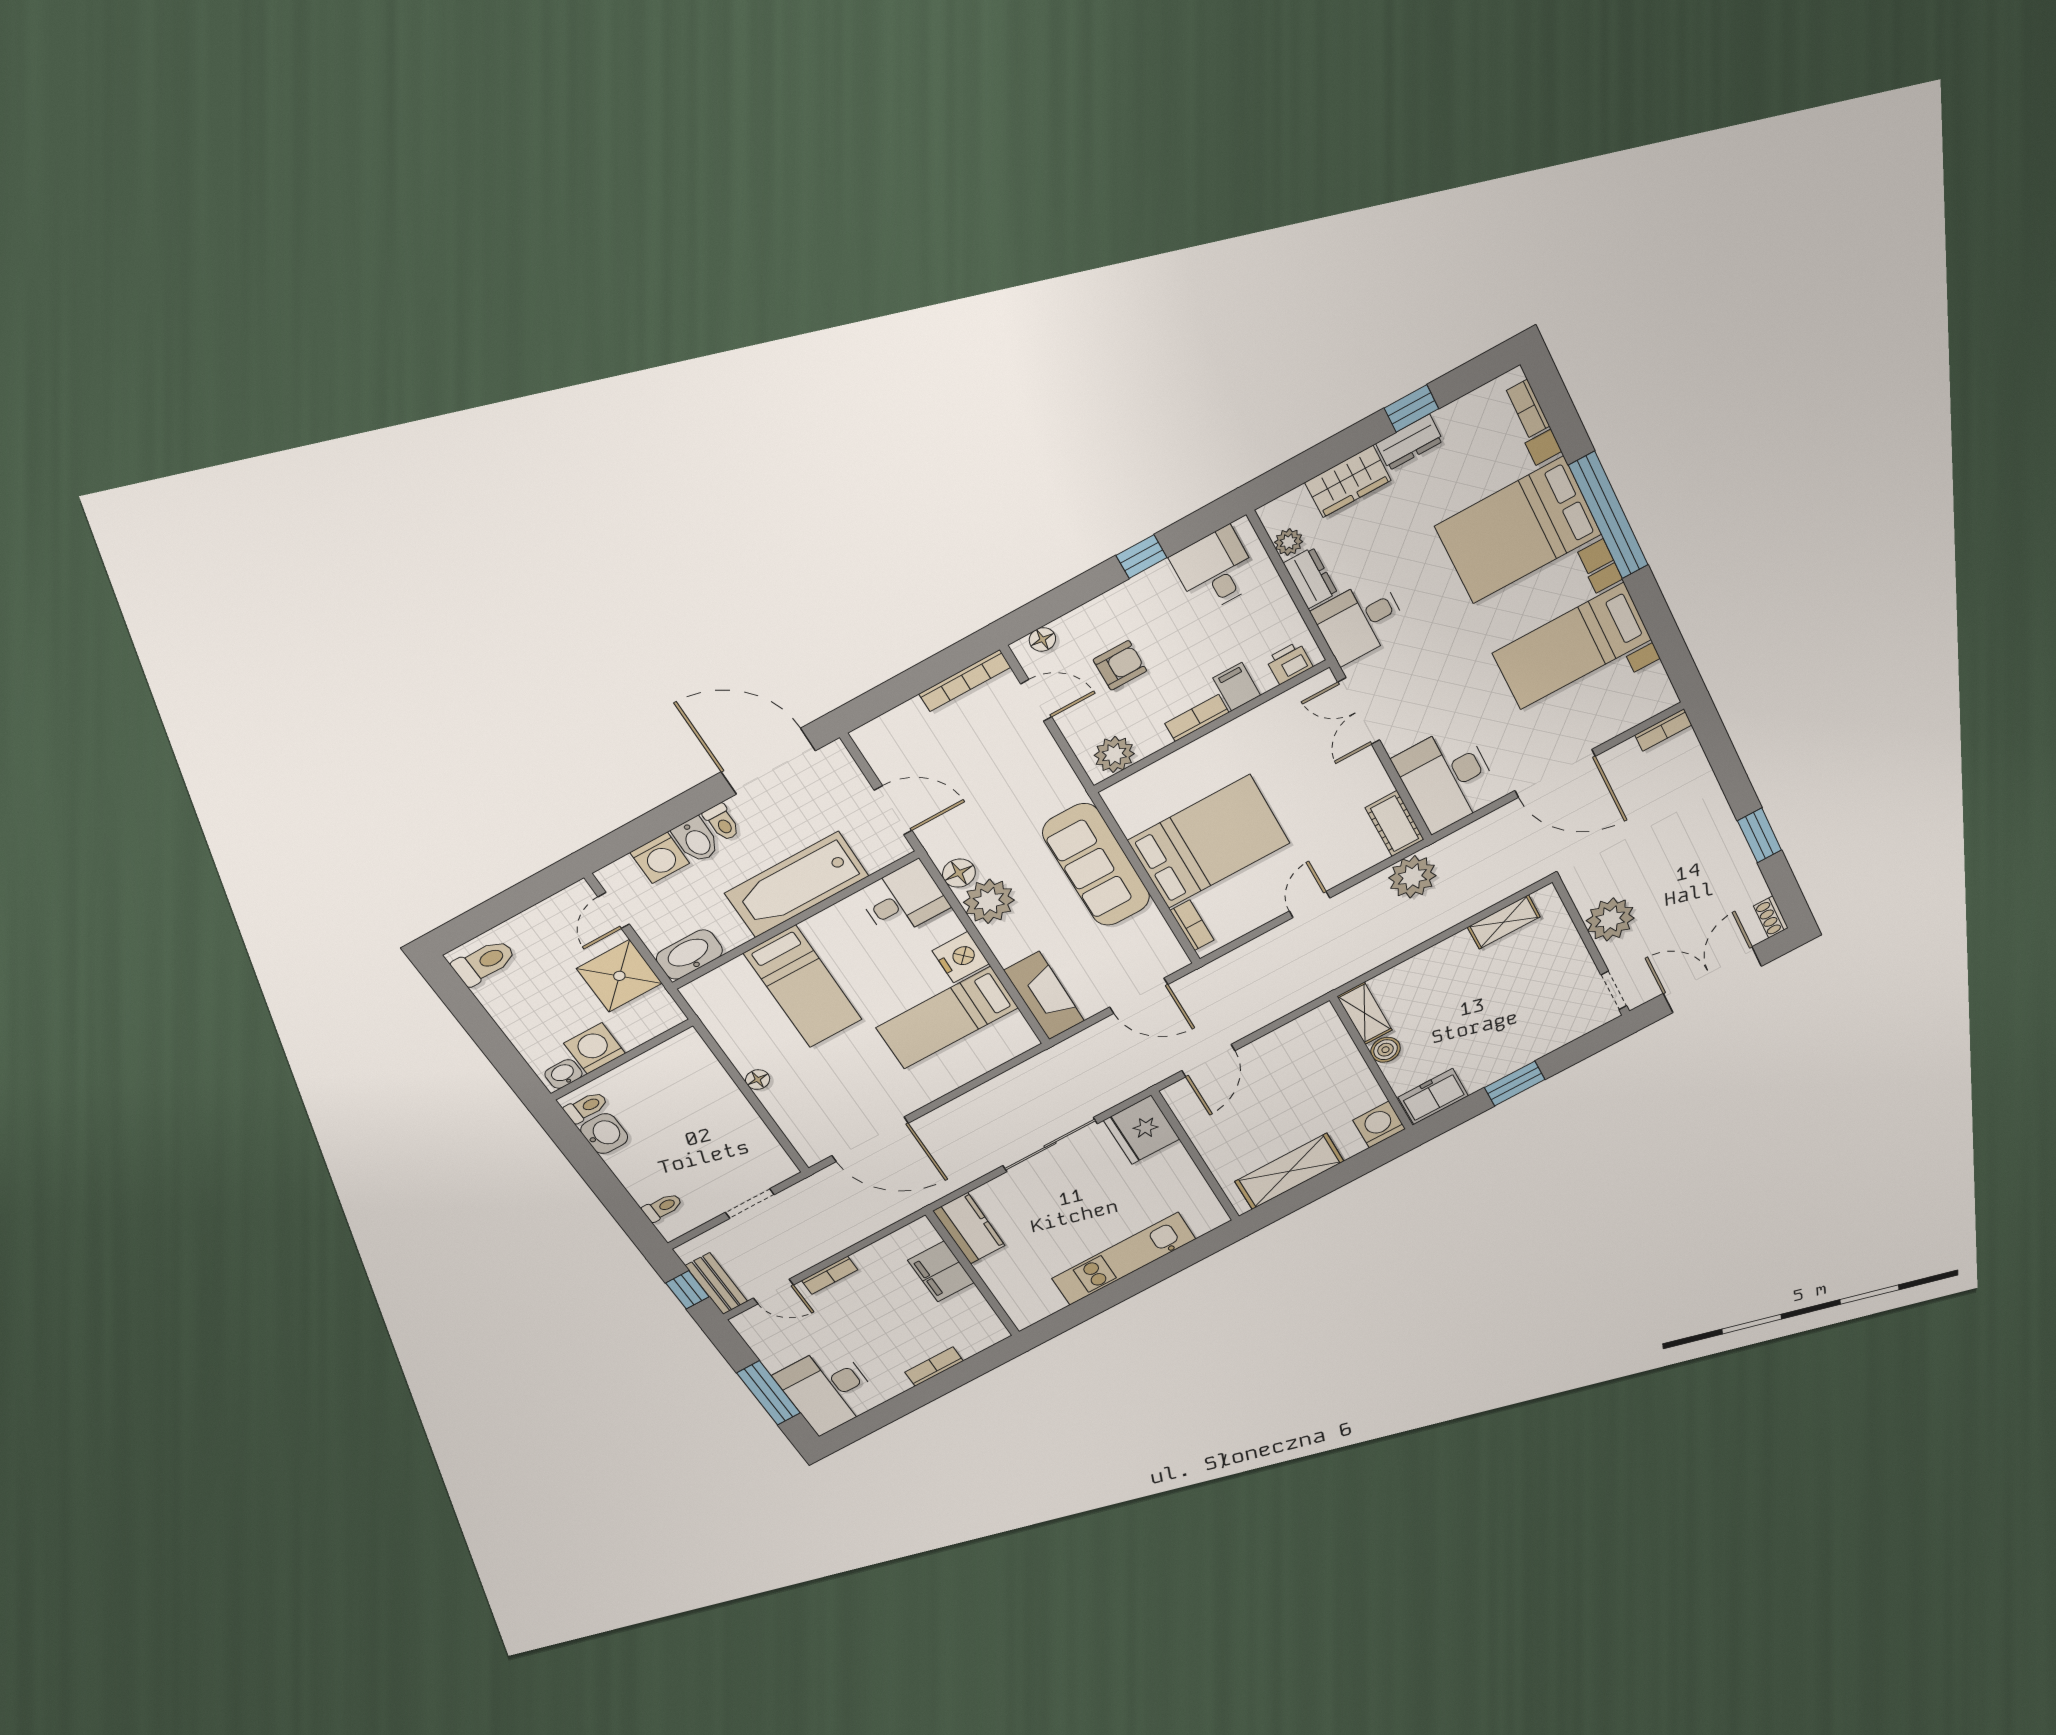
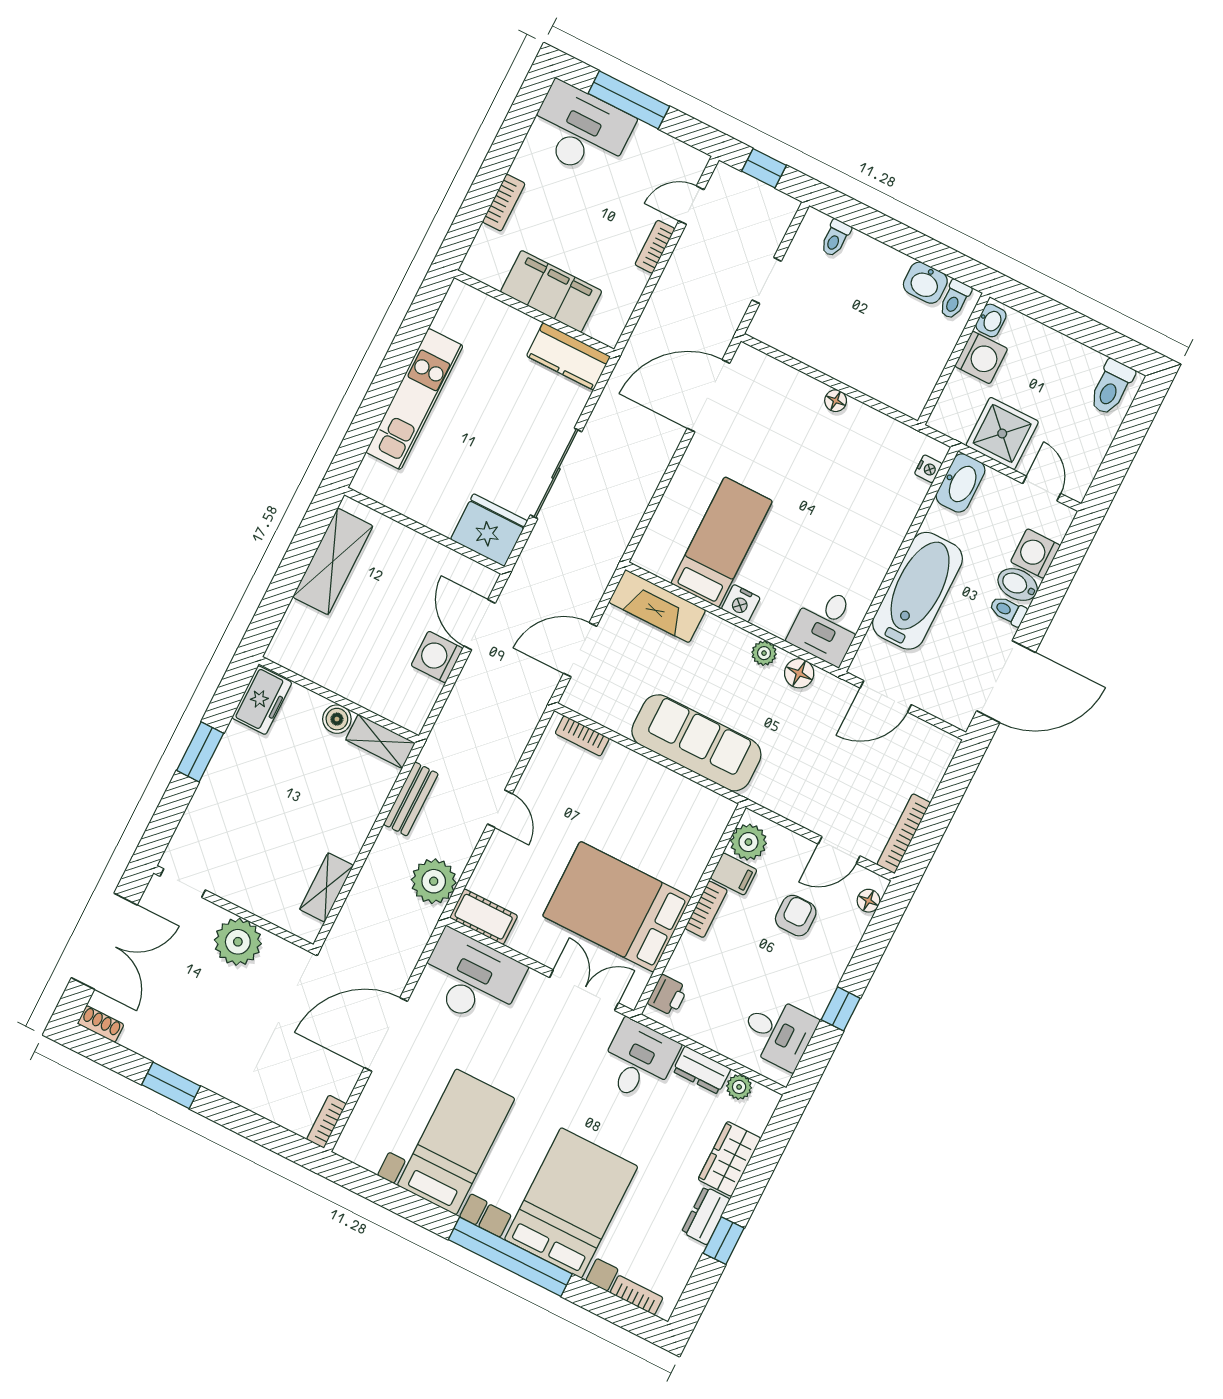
armchair: (1120, 665) -> (796, 916), turned 180
filing cabinet: (1237, 687) -> (734, 874), moved
bed: (1209, 842) -> (617, 907), moved, turned 90
plant: (989, 901) -> (764, 653), width x0.53, depth x0.53
nightstand: (961, 957) -> (741, 603), width x0.74, depth x0.75
nightstand: (712, 982) -> (928, 469), added
bed: (803, 987) -> (855, 505), removed
washing machine: (1379, 1125) -> (437, 657), moved, turned 180
filing cabinet: (941, 1272) -> (551, 291), width x1.50, depth x1.17
bench: (716, 1284) -> (411, 799), moved, turned 90

